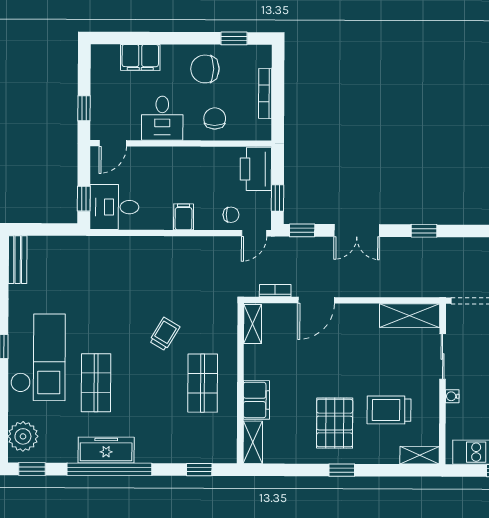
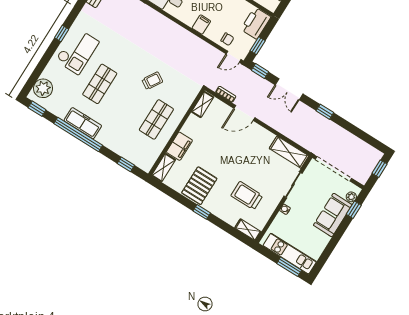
checkout: (38, 357) -> (77, 51), width x0.73, depth x0.83
pallet: (335, 423) -> (199, 186), moved

